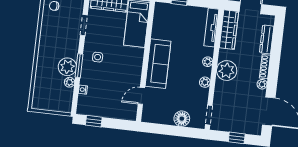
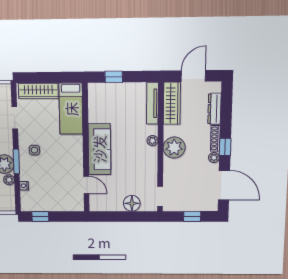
window: (273, 76) -> (225, 147), added
plant: (205, 82) -> (152, 163), removed
door: (141, 96) -> (86, 185), swing flipped

